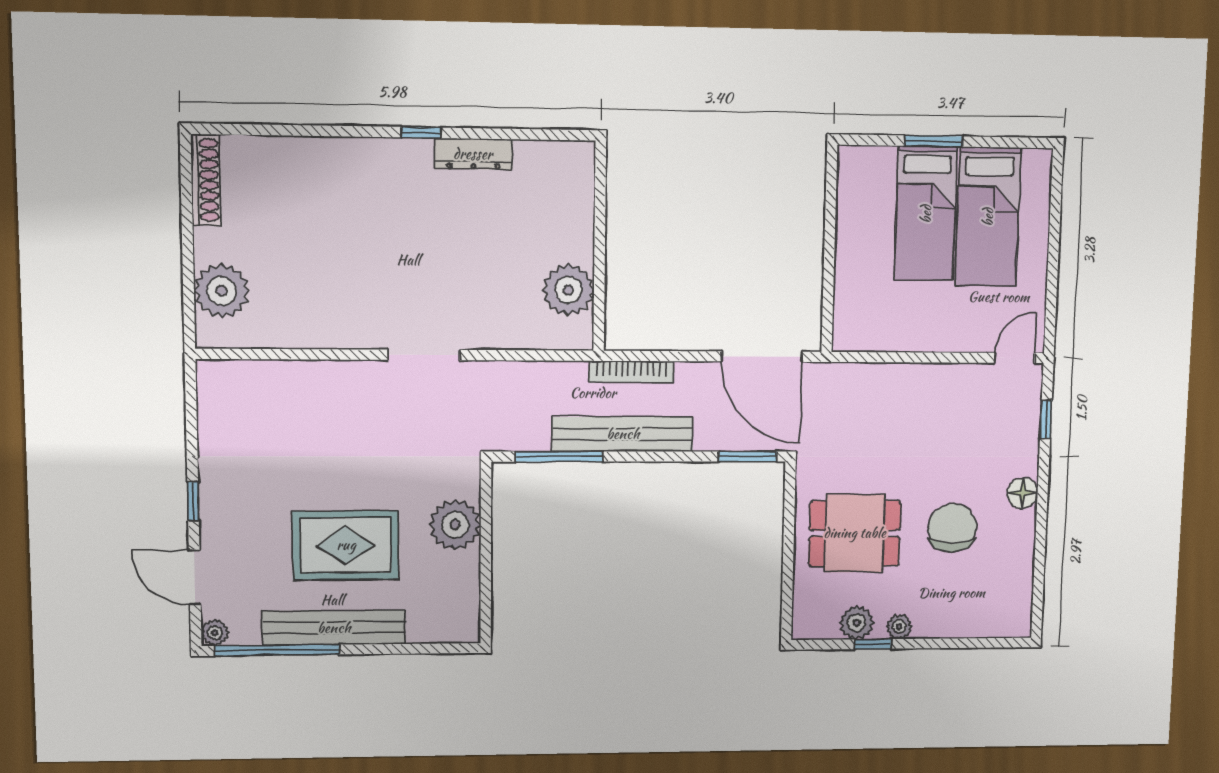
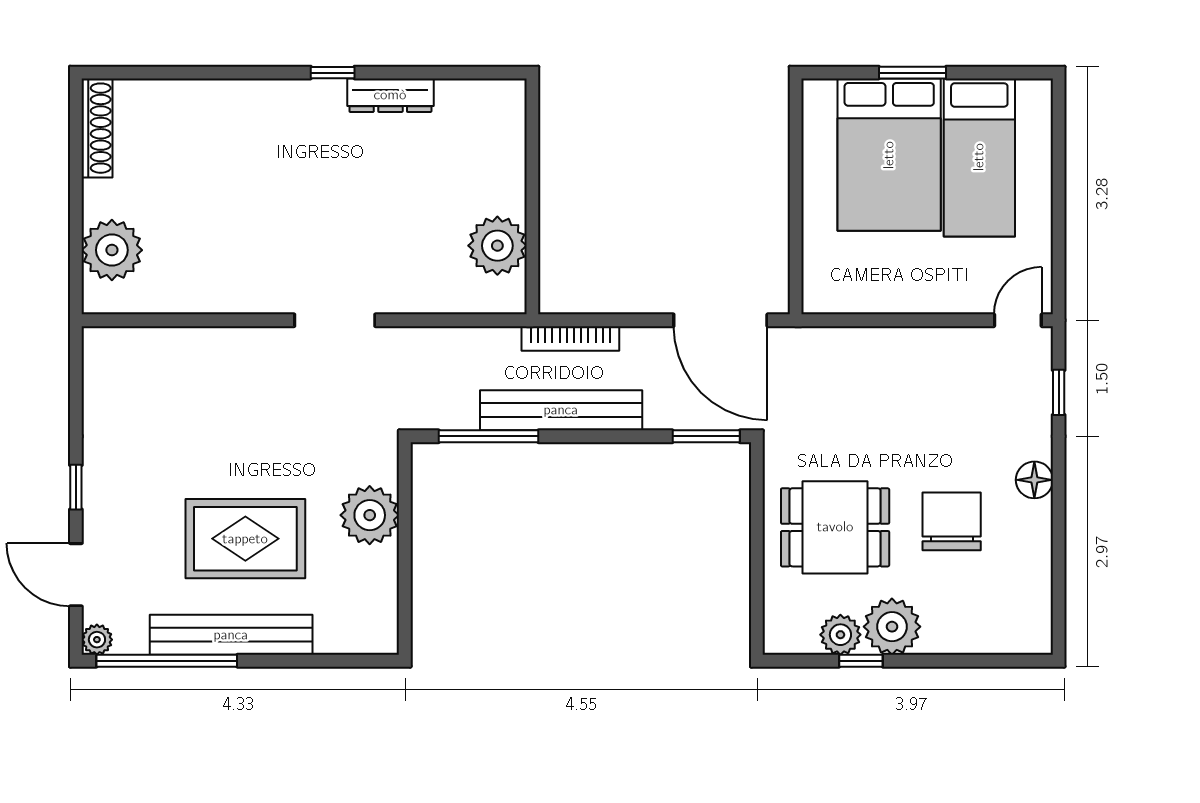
bed: (926, 214) -> (889, 155), width x1.50
plant: (899, 627) -> (892, 627), width x1.87, depth x1.87

